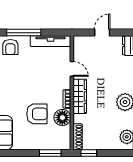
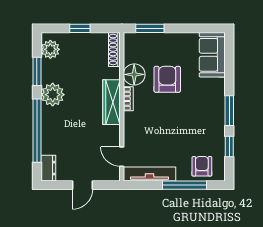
door: (72, 69) -> (122, 157), moved
armchair: (37, 114) -> (167, 79), turned 90
window: (89, 153) -> (80, 28), moved

